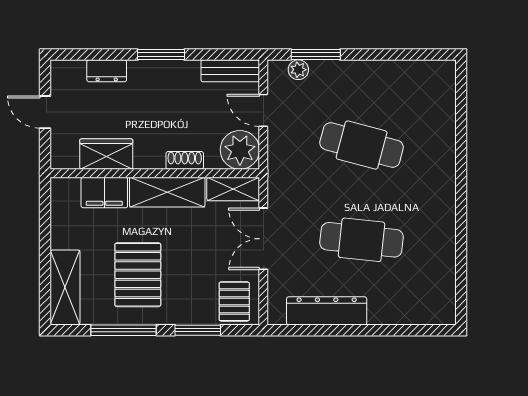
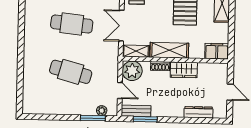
window: (161, 55) -> (145, 119), moved
dresser: (107, 71) -> (198, 112), width x1.44
wardrobe: (106, 154) -> (184, 70), moved
filing cabinet: (104, 193) -> (217, 51), moved
double door: (263, 239) -> (121, 26), swing flipped

